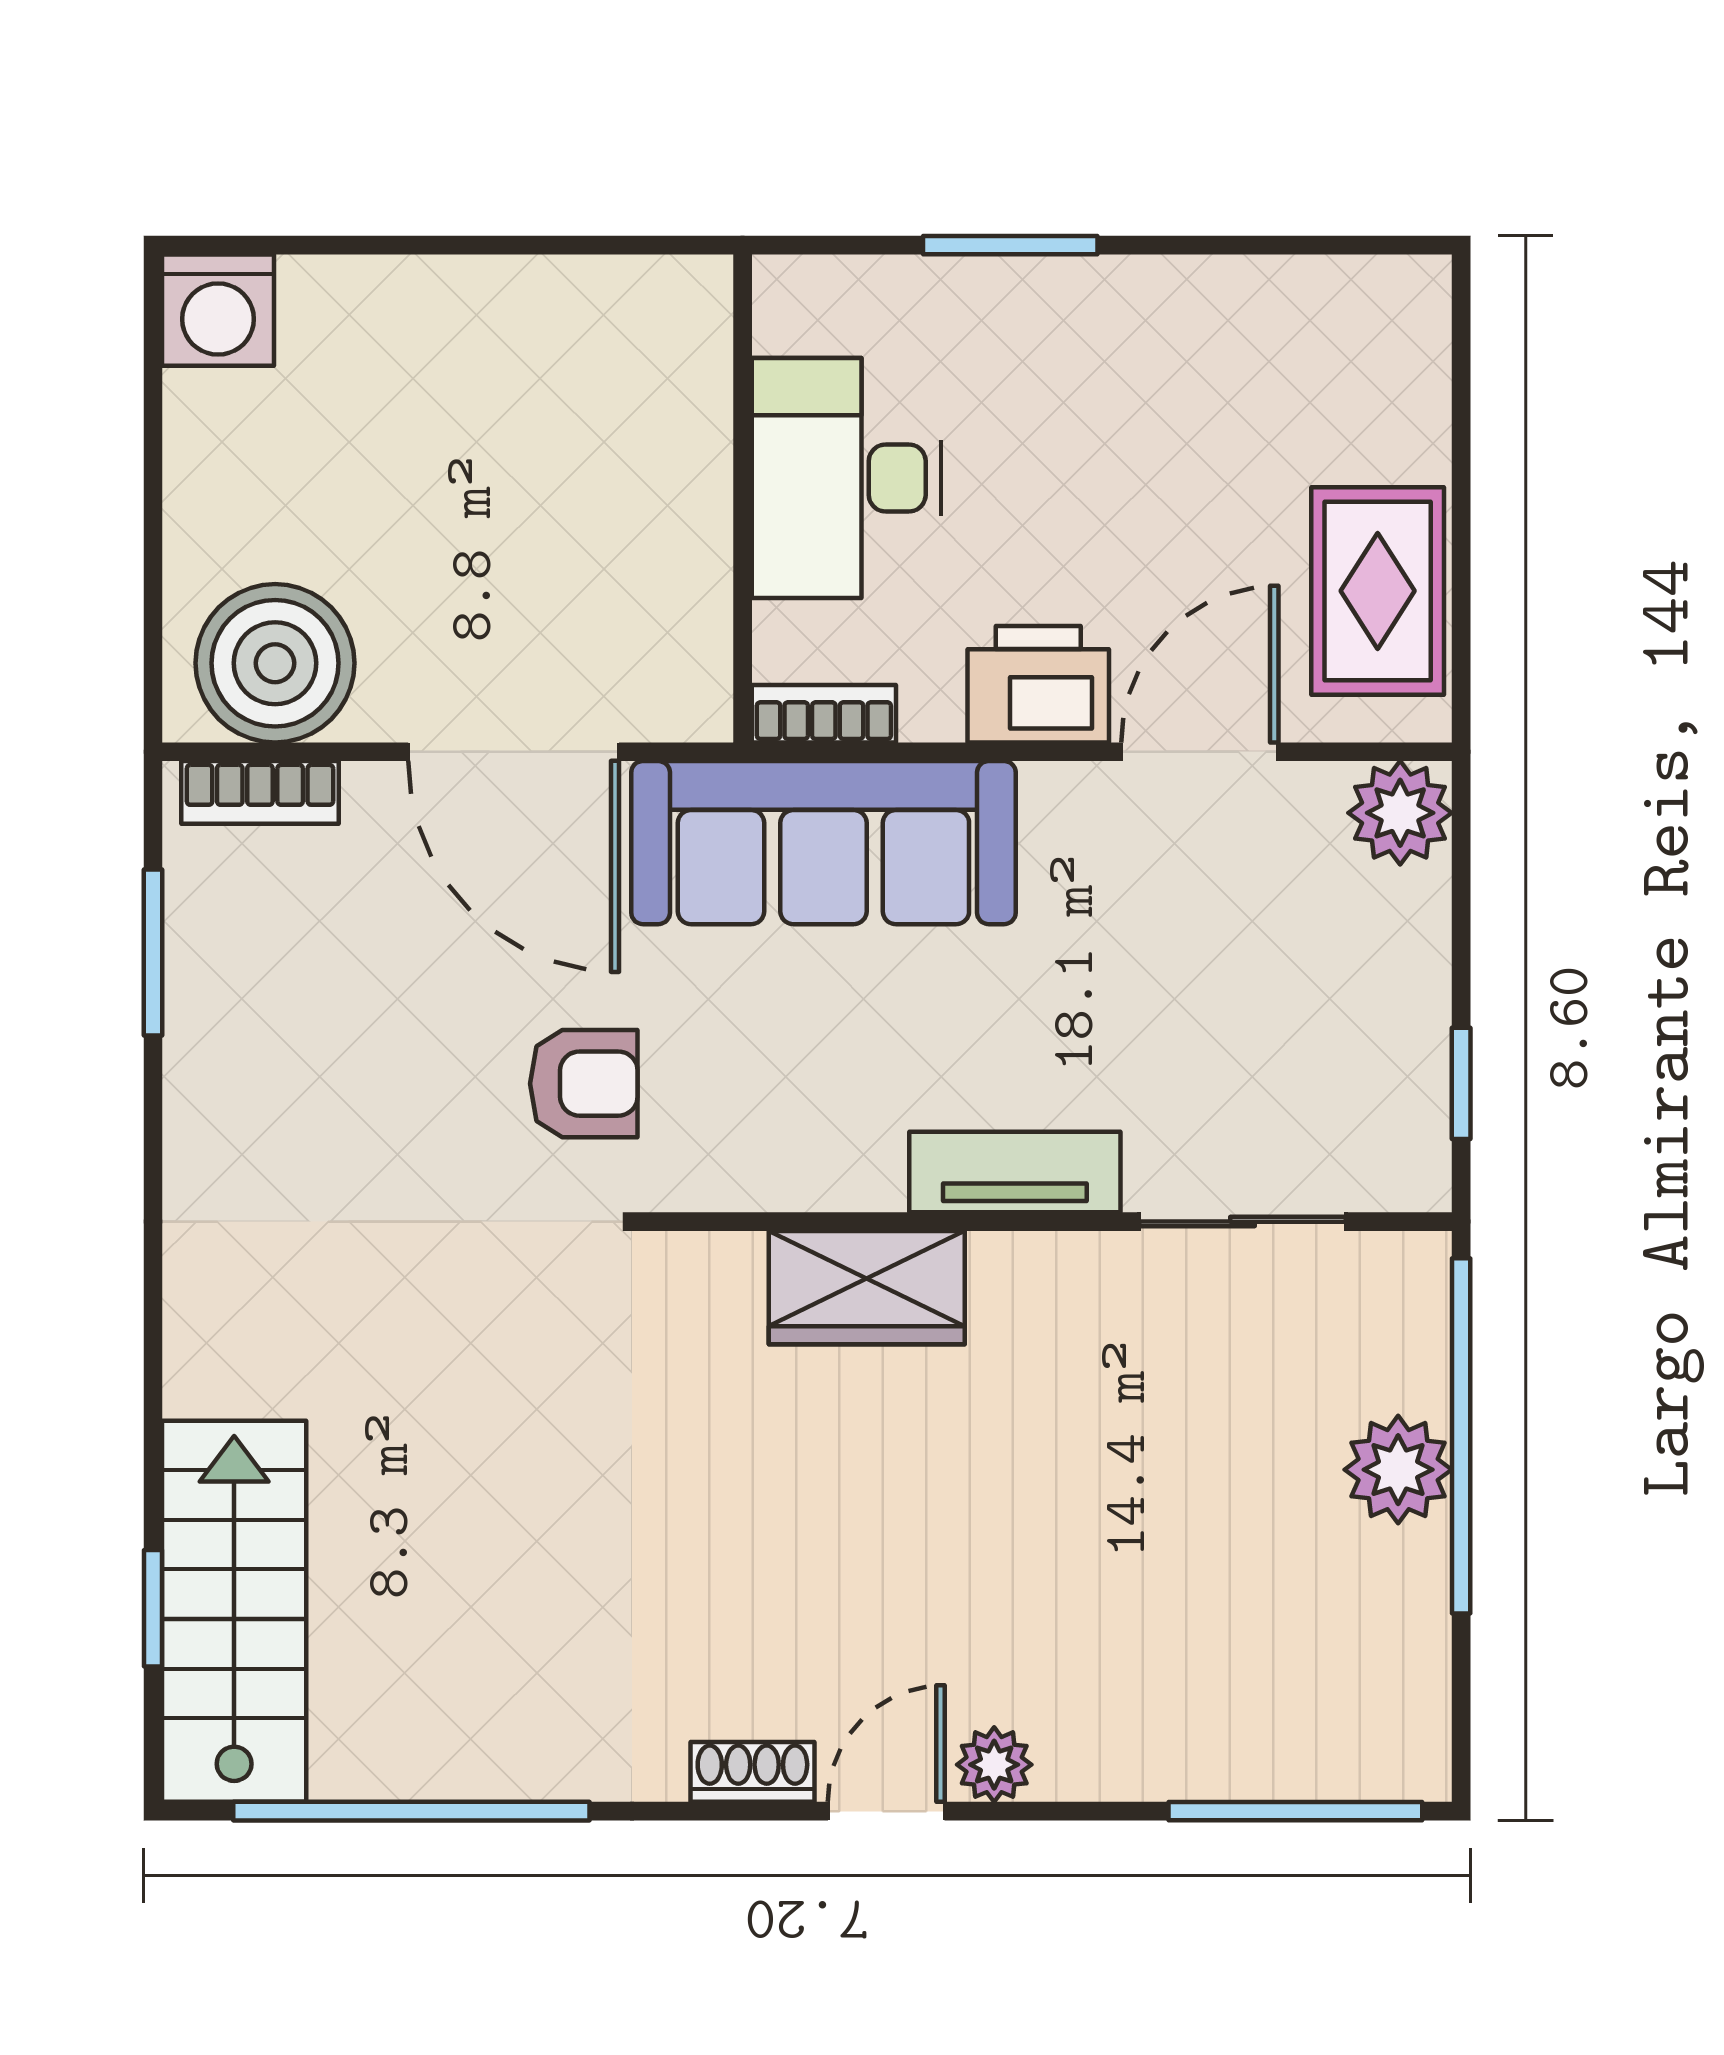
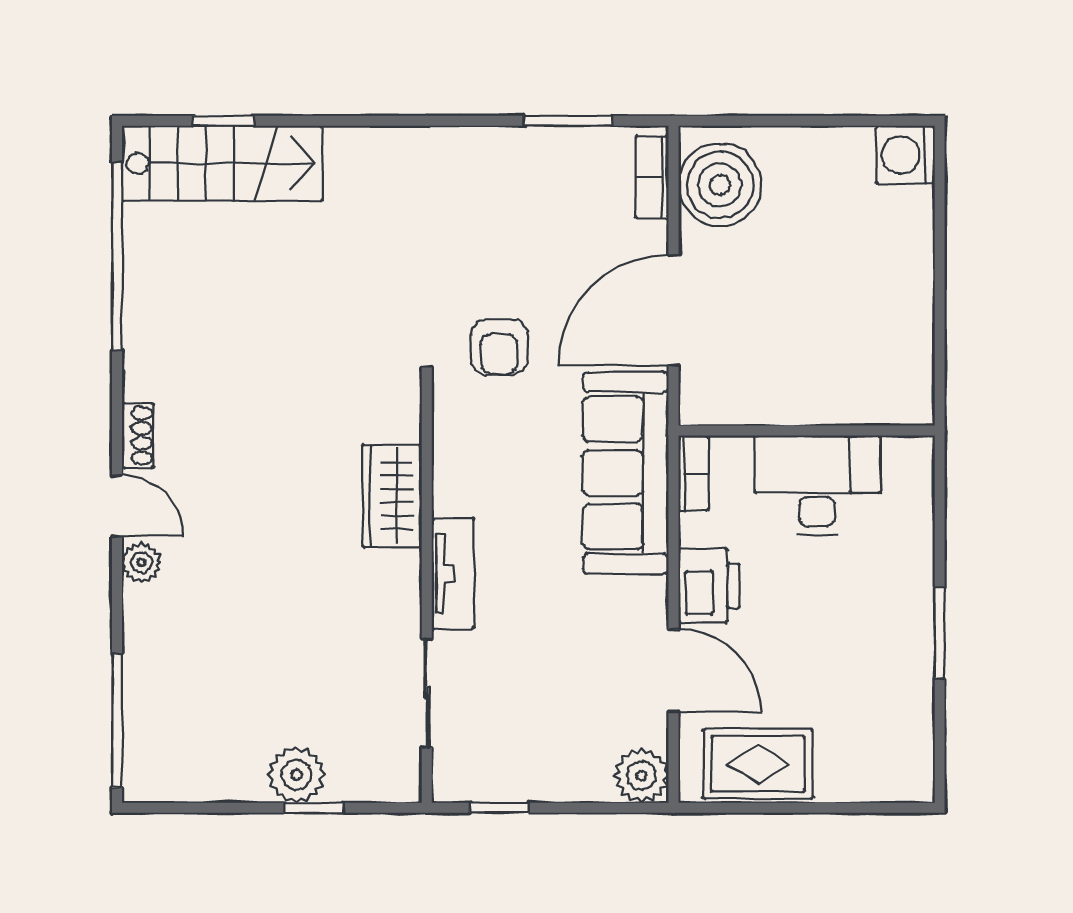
window: (1010, 245) -> (940, 633), moved
window: (1461, 1436) -> (314, 808), width x0.32

